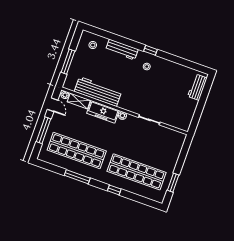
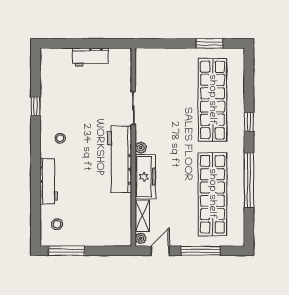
window: (150, 50) -> (36, 106), moved
window: (68, 62) -> (67, 251), moved
workbench: (197, 87) -> (90, 57), moved
workbench: (98, 92) -> (119, 159), moved
window: (77, 177) -> (249, 180), width x1.46

